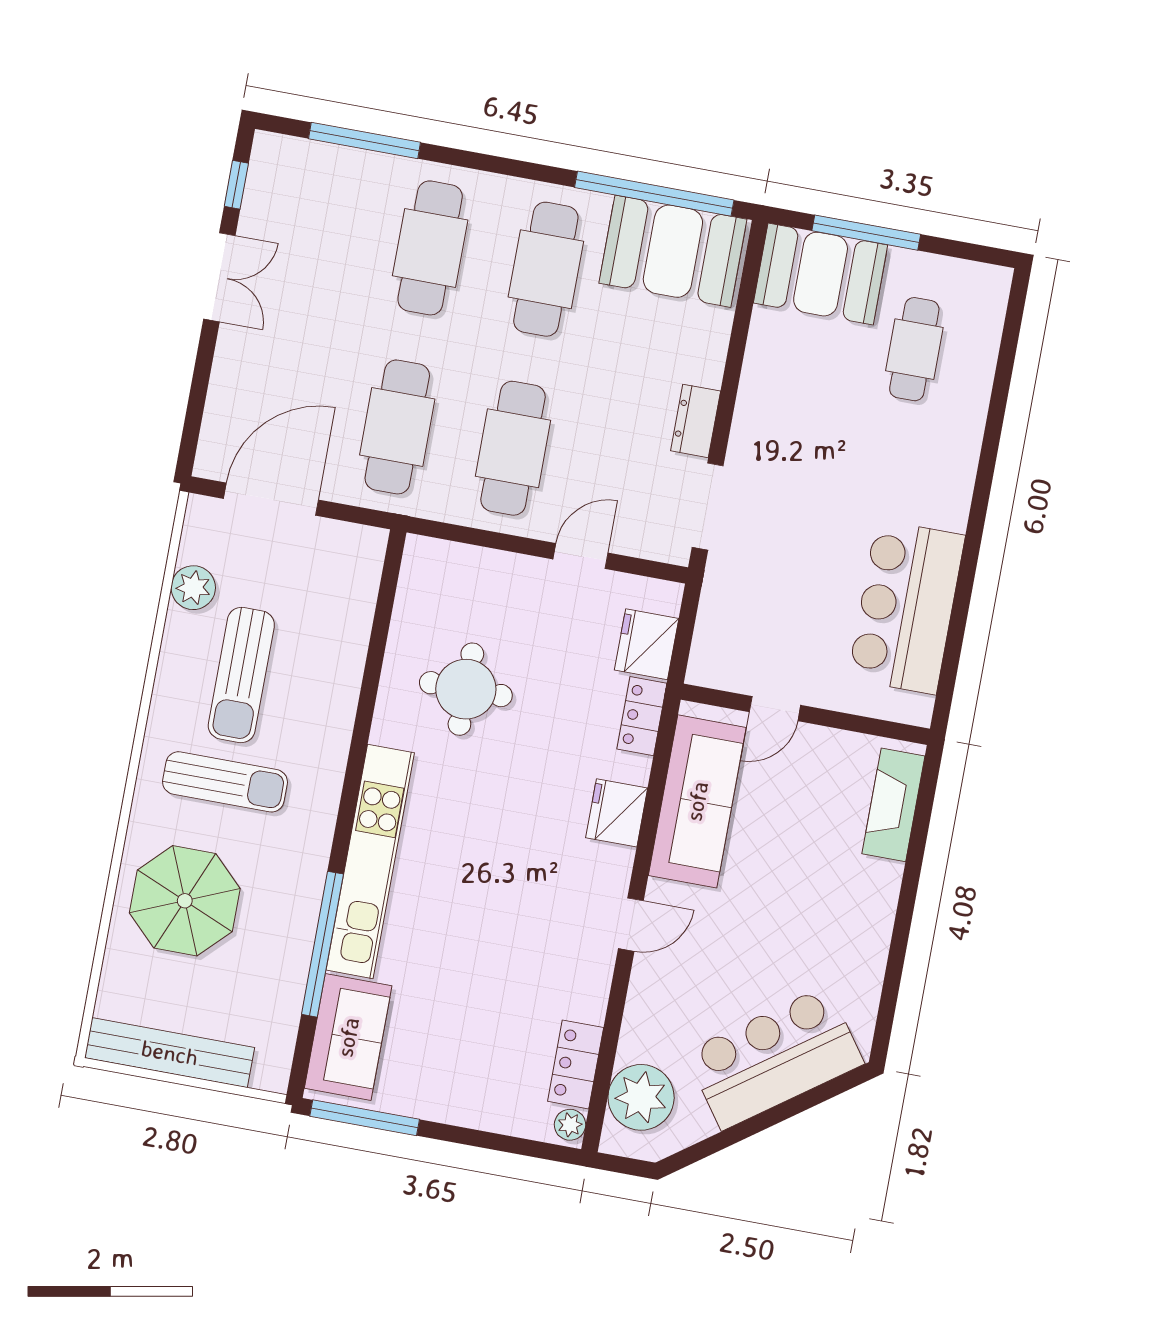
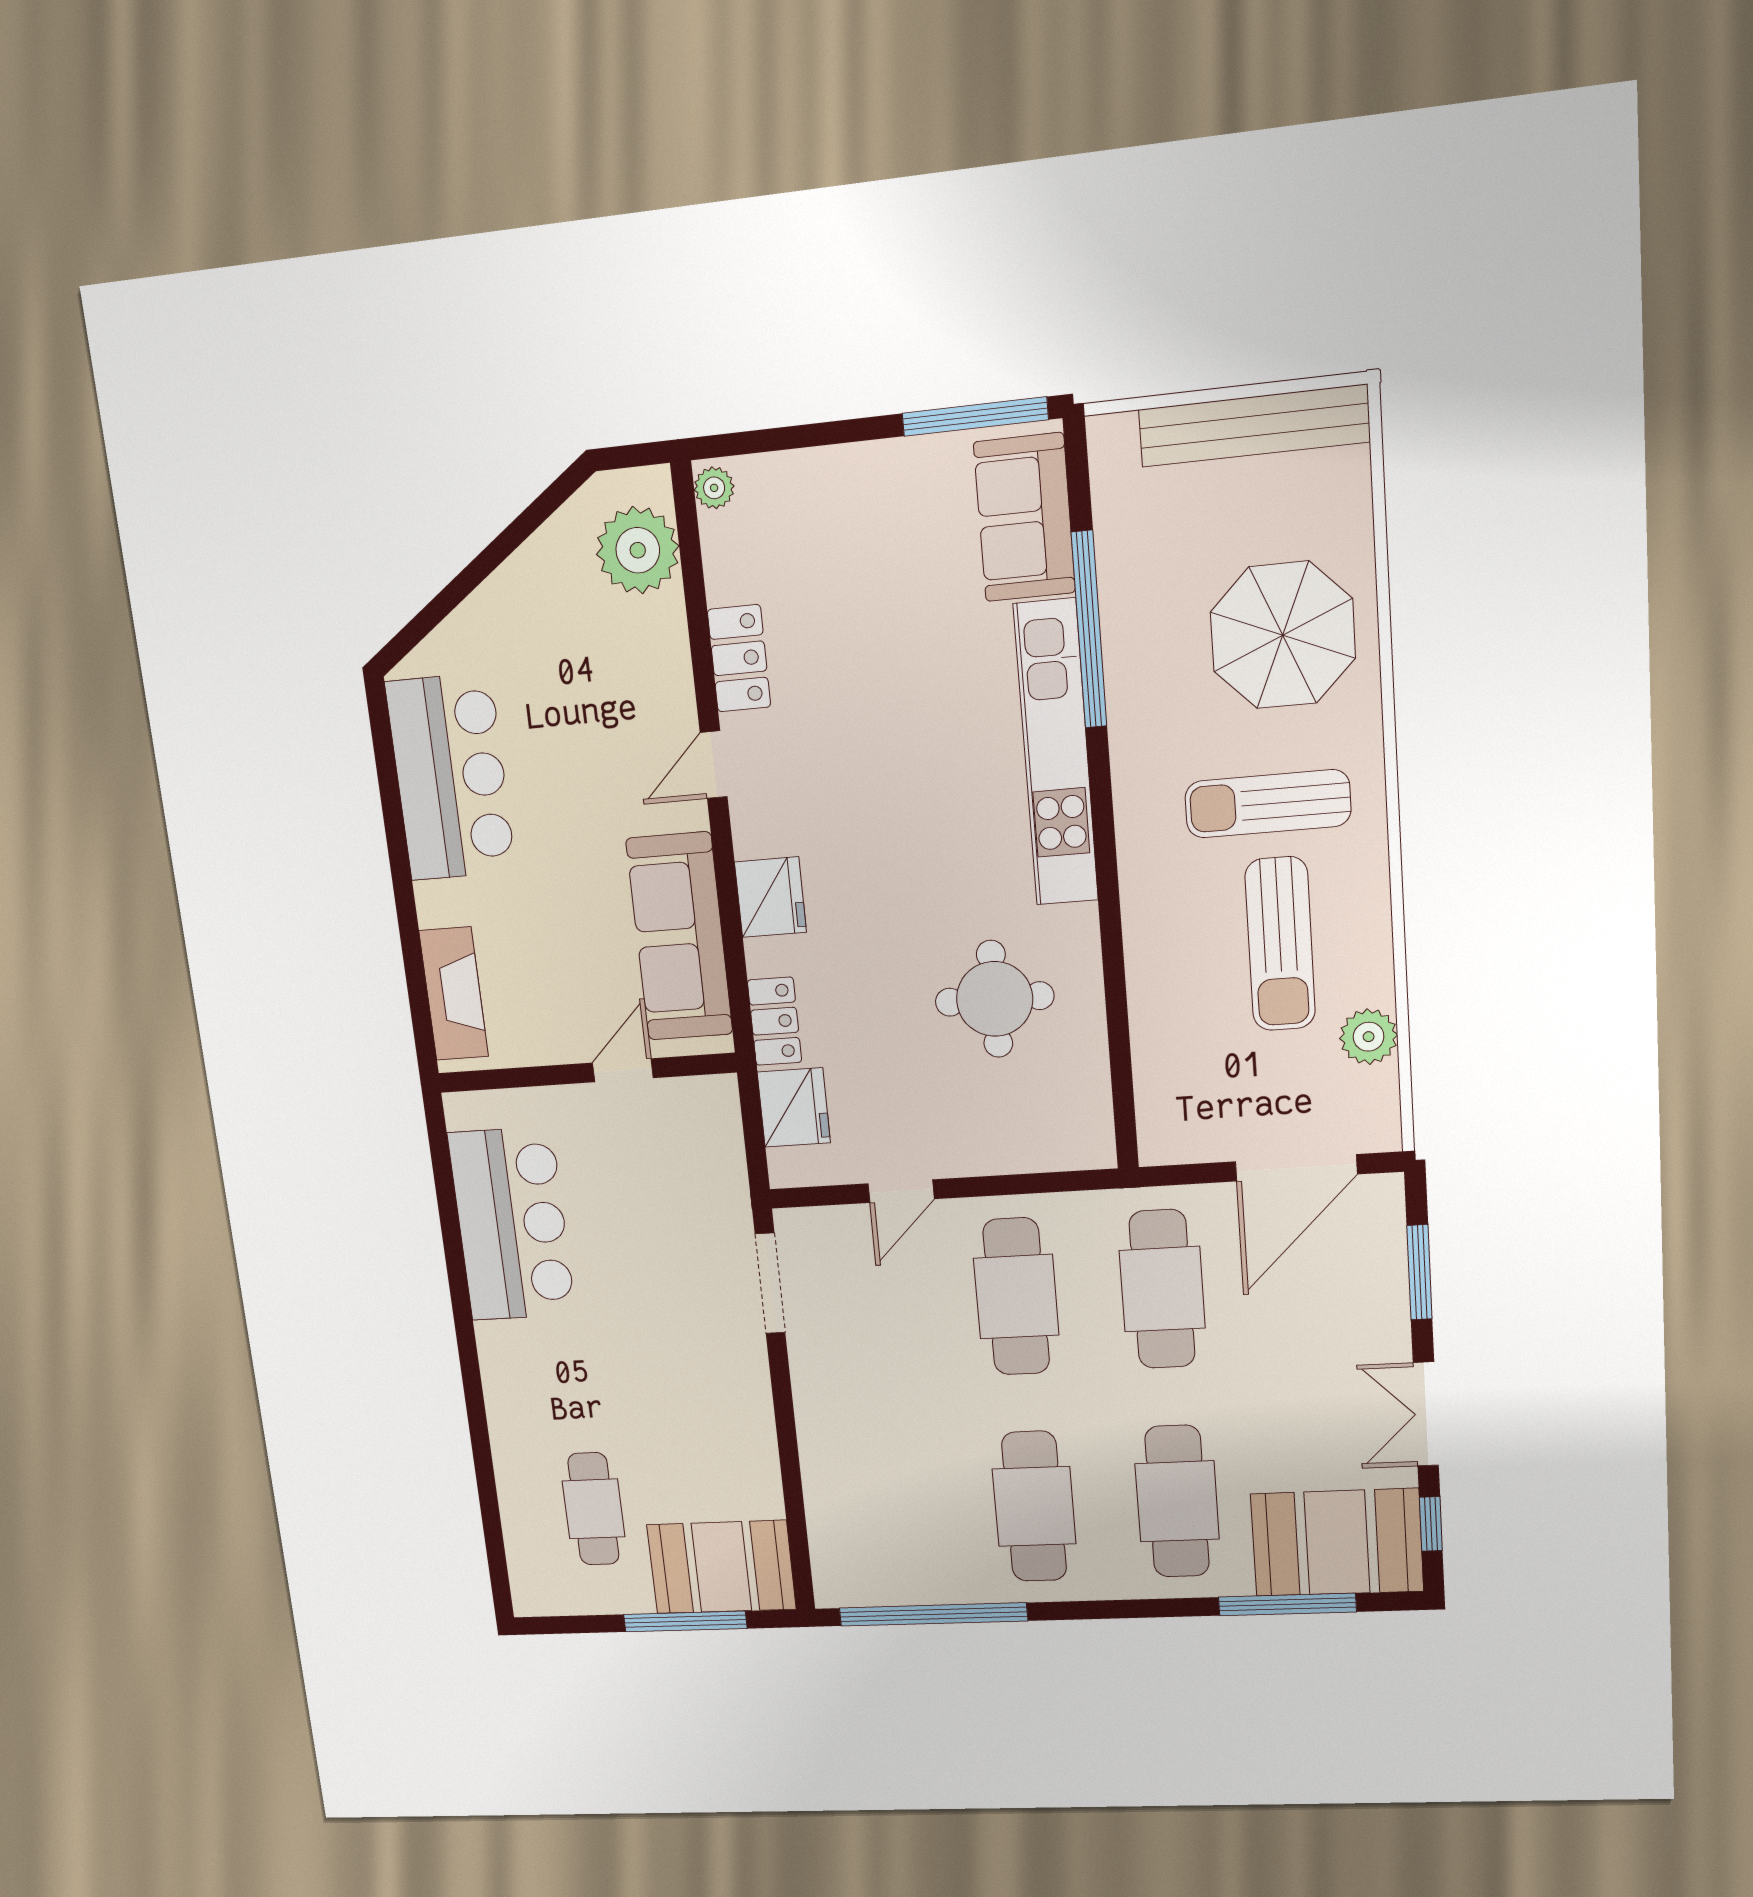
booth: (673, 251) -> (1337, 1543), moved
window: (198, 394) -> (1419, 1272), added
dresser: (696, 421) -> (813, 1376), removed
sun lounger: (241, 675) -> (1280, 944), turned 180
bar counter: (775, 1058) -> (451, 777), moved, turned -54
locker: (576, 1064) -> (739, 658), moved

